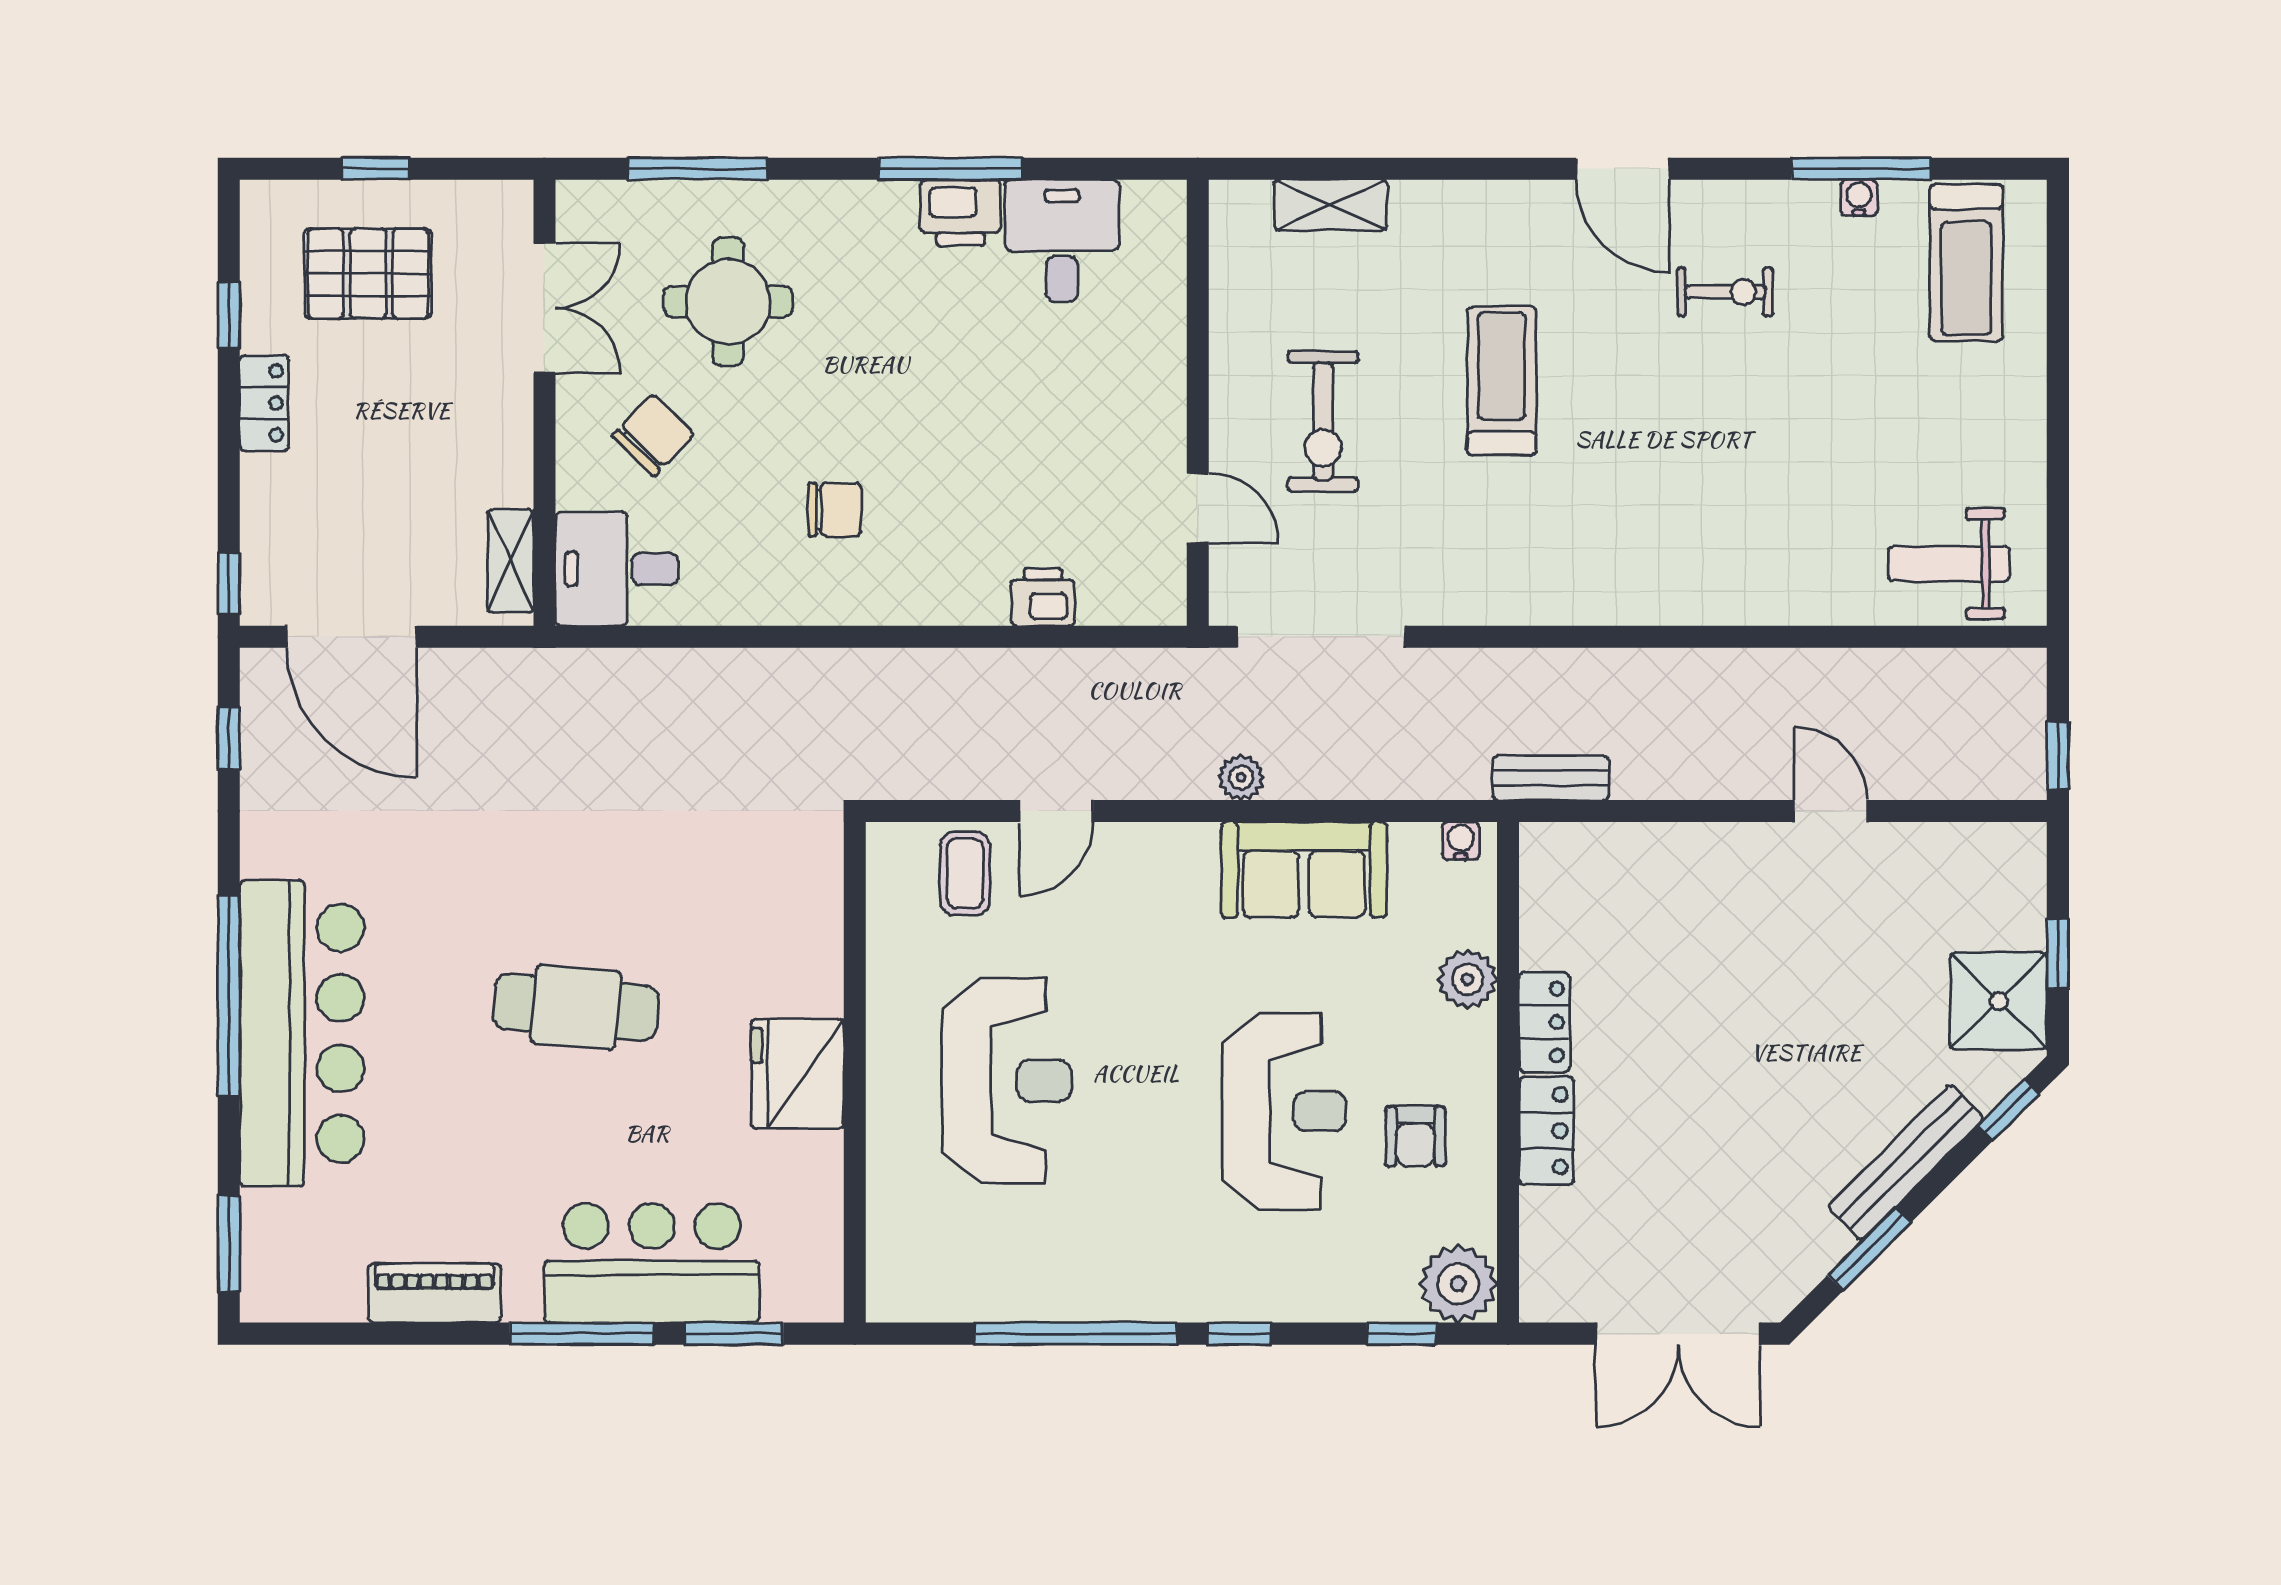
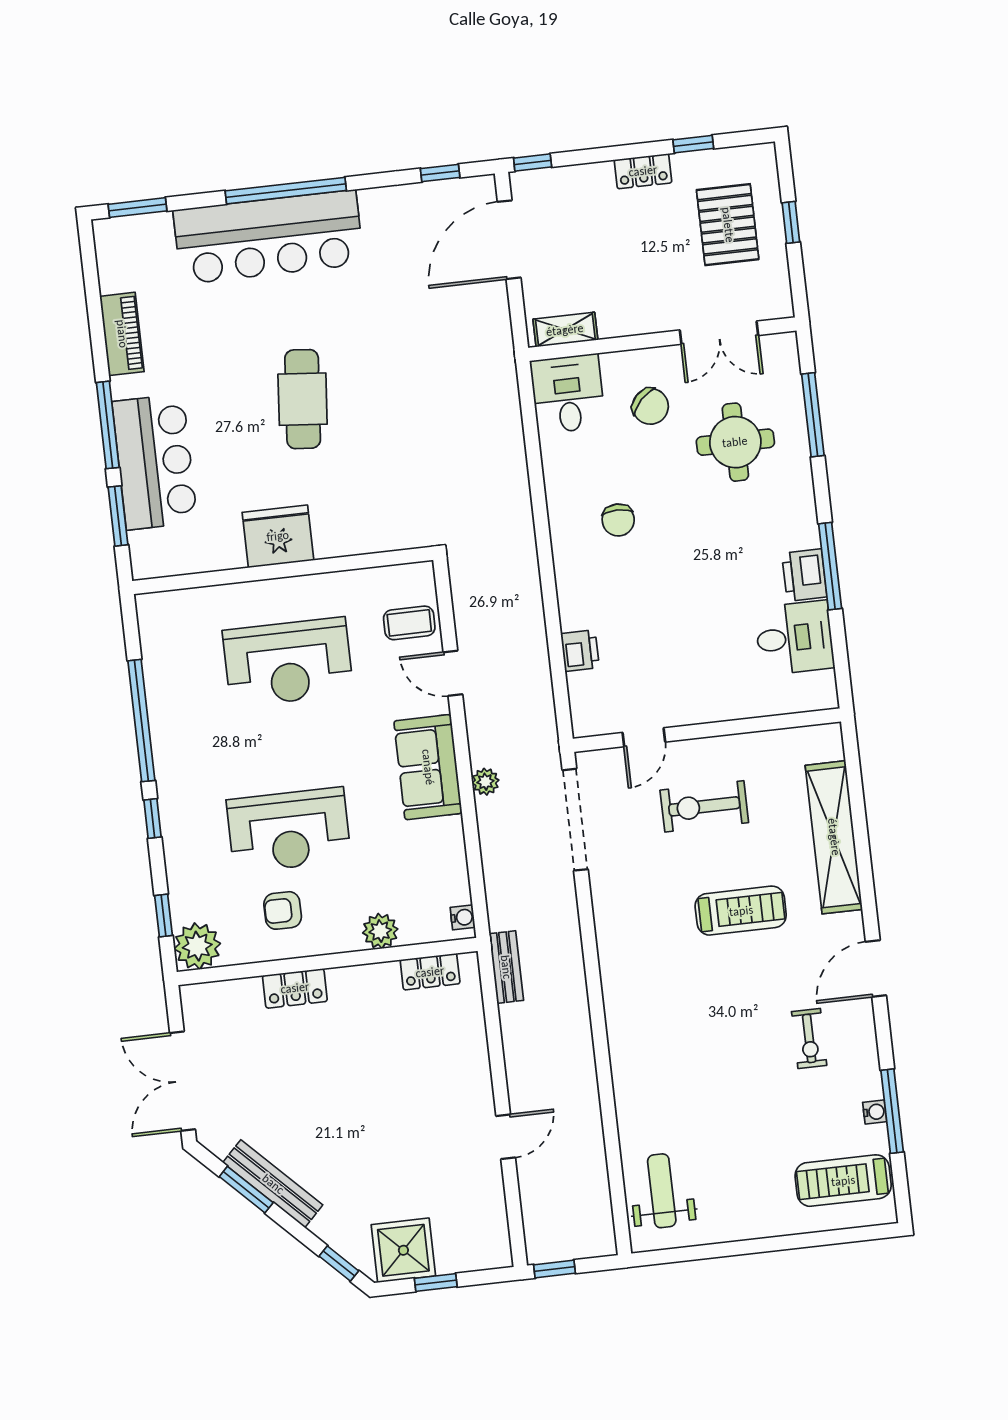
shelving: (1331, 205) -> (834, 837), width x2.20, depth x1.33
sofa: (1304, 870) -> (428, 767), moved
locker: (1544, 1022) -> (430, 972), moved
bench: (1906, 1162) -> (273, 1184), moved

